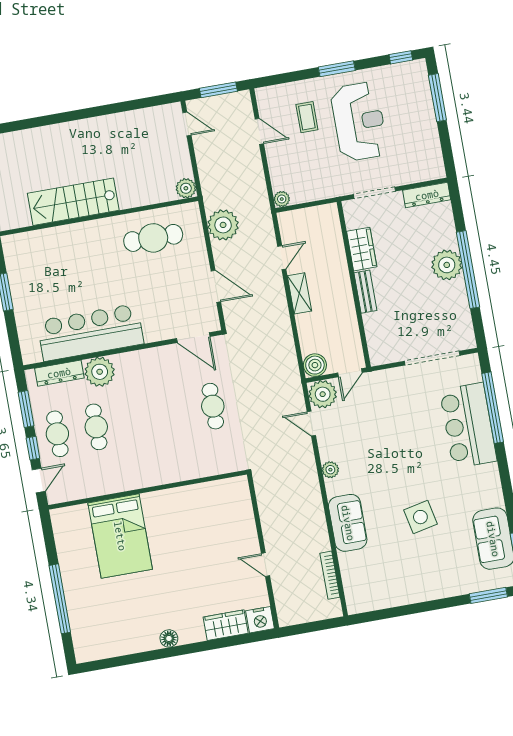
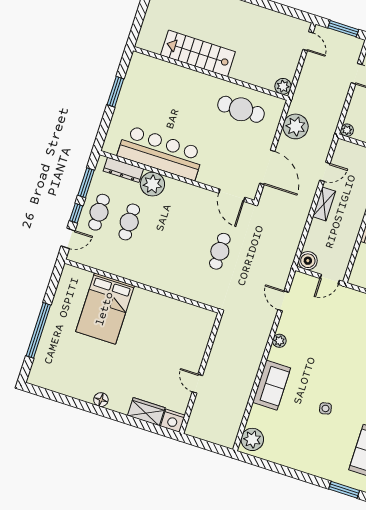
door: (216, 286) -> (267, 167), width x1.36
plant: (323, 394) -> (252, 439), moved
side table: (420, 517) -> (325, 408), width x0.54, depth x0.54
bookcase: (330, 575) -> (239, 416), removed

